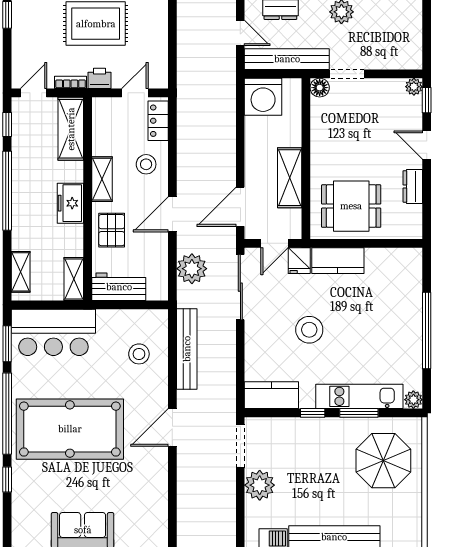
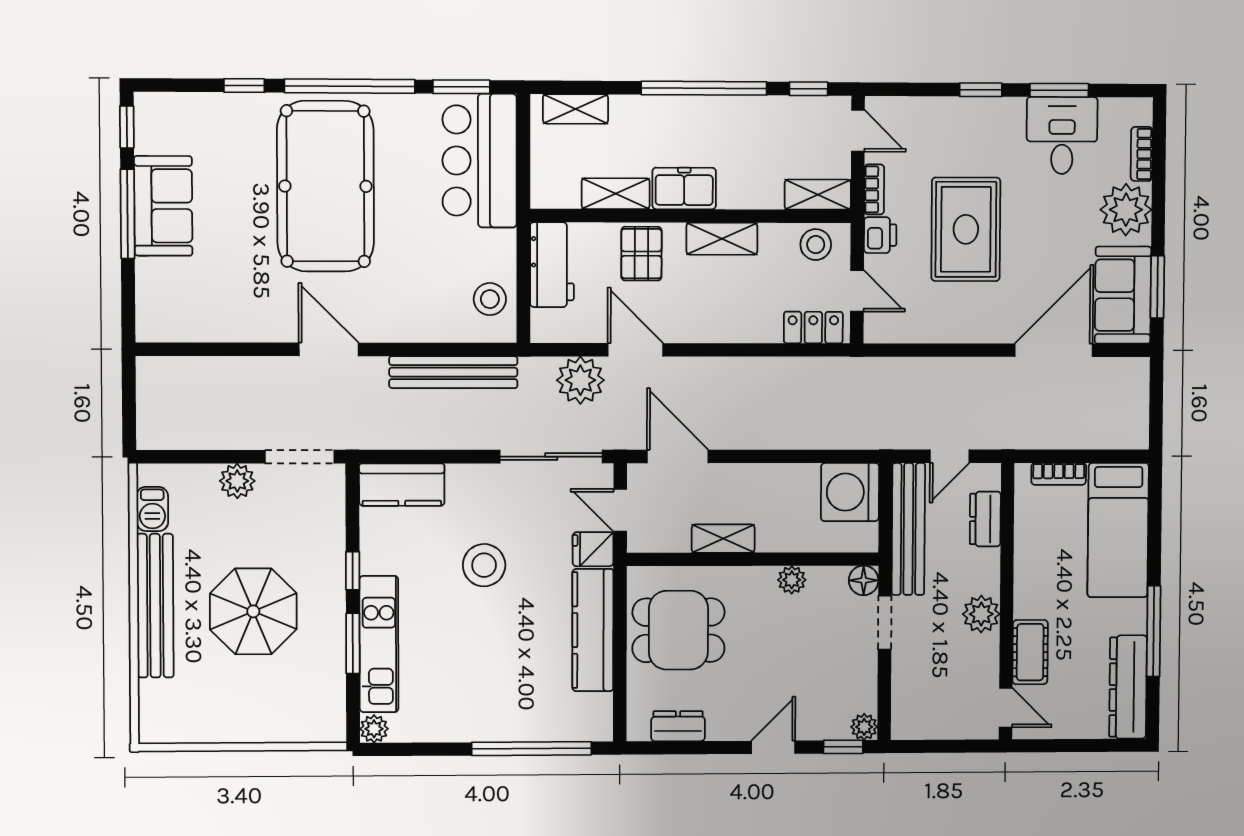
shelving: (71, 129) -> (818, 195), width x0.67, depth x0.75
plant: (319, 134) -> (792, 580), added
stool: (146, 164) -> (816, 245), moved
shelving: (290, 178) -> (723, 539), width x0.67, depth x0.75
dresser: (413, 186) -> (678, 726), moved
dining table: (351, 206) -> (678, 630), turned 90
door: (172, 214) -> (635, 350), moved
pallet: (112, 230) -> (641, 254), turned 90
kitchen counter: (338, 261) -> (593, 630), width x1.50
shelving: (74, 279) -> (616, 194), moved
window: (427, 331) -> (532, 749), moved
stool: (139, 354) -> (490, 299), moved
kitchen counter: (271, 395) -> (402, 485), moved, turned 90
parasol: (383, 461) -> (253, 611), moved
plant: (260, 485) -> (237, 481), width x0.73, depth x0.73

